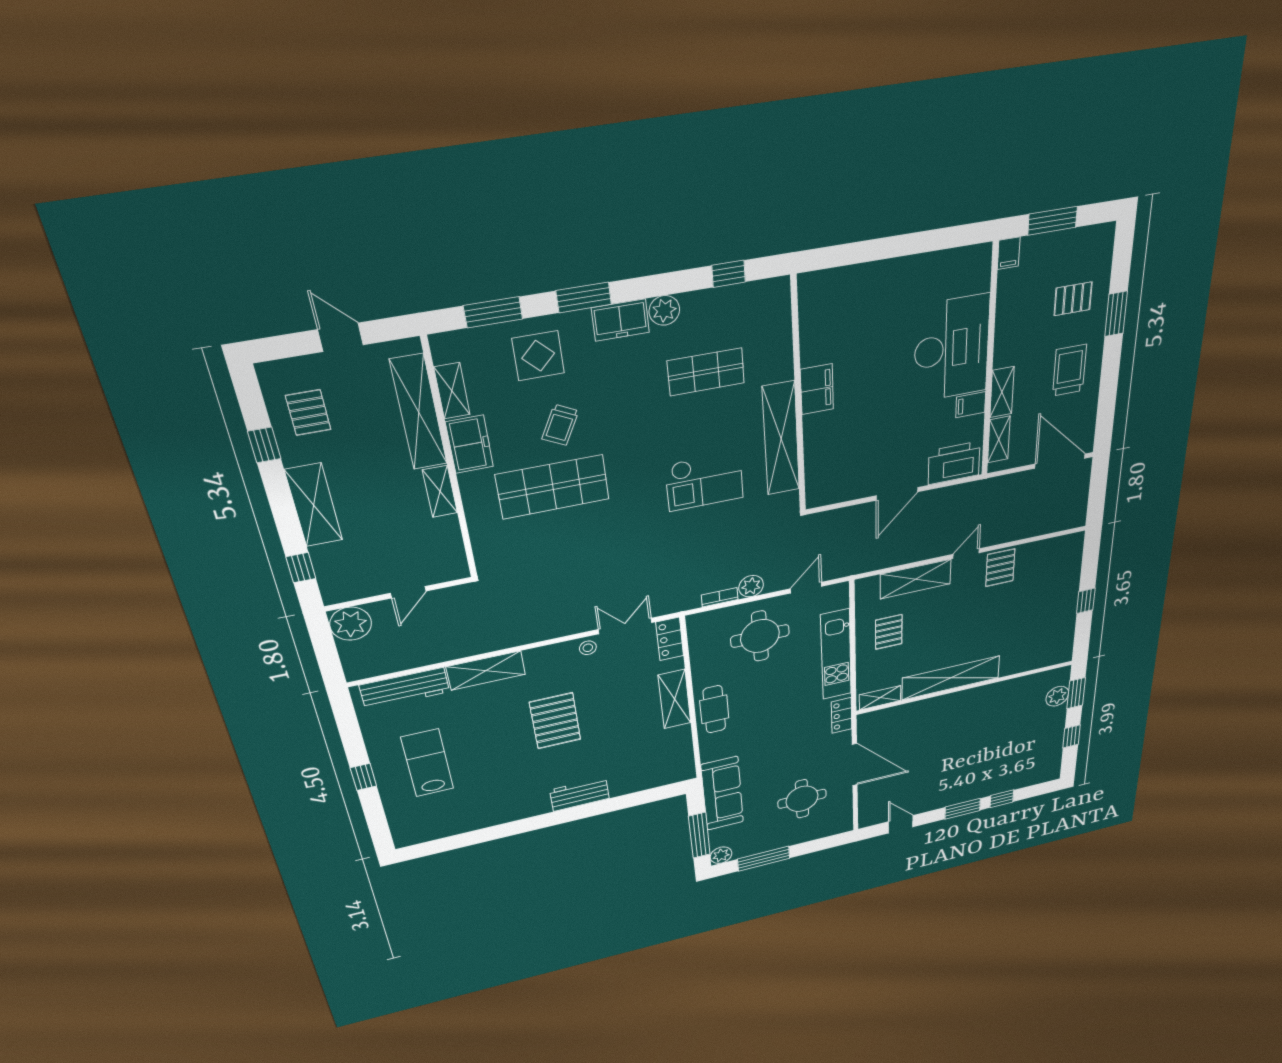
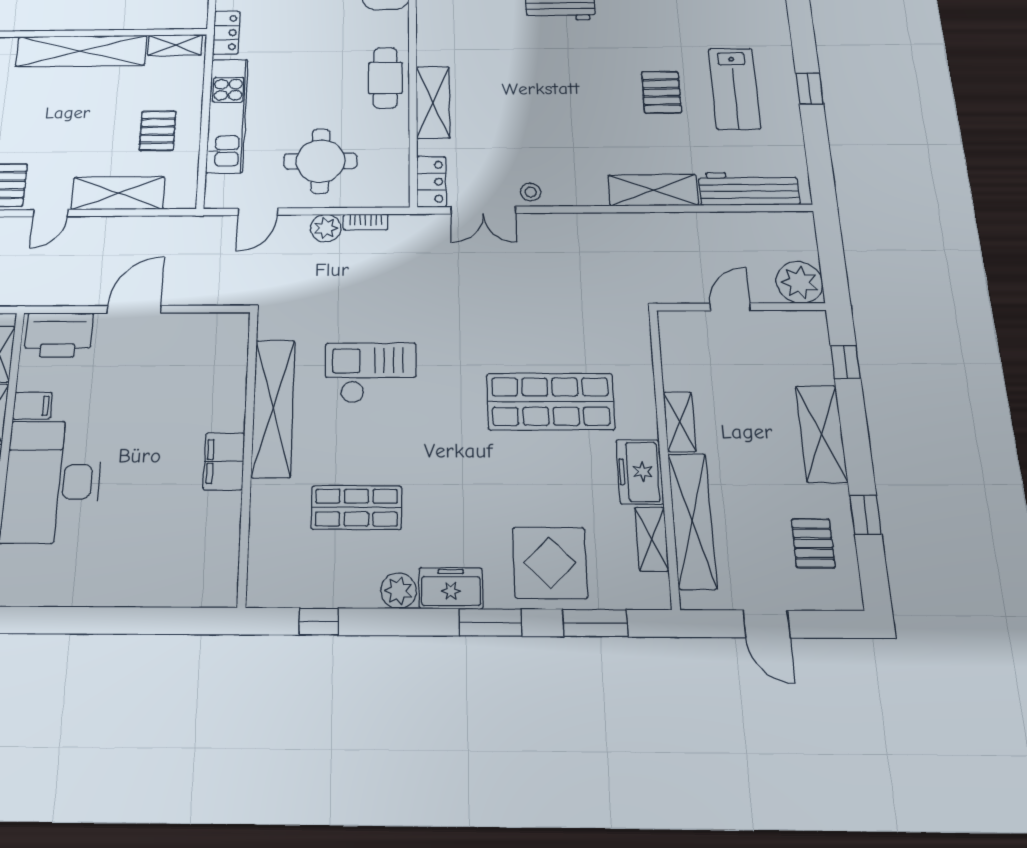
display table: (538, 356) -> (550, 563), width x1.36, depth x1.36
trolley: (560, 425) -> (534, 475), removed
pallet: (555, 721) -> (661, 92), moved, width x0.67, depth x0.71

